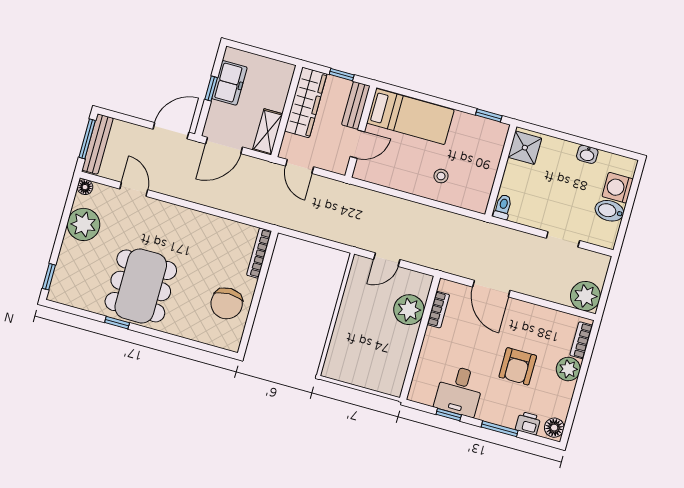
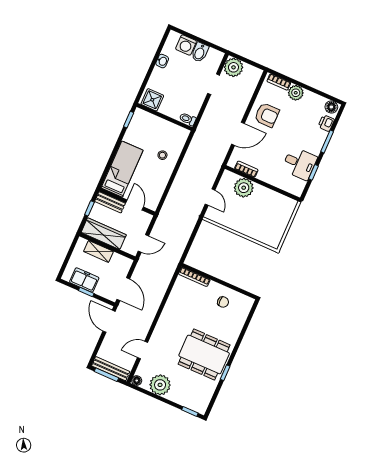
shelving: (268, 132) -> (98, 251), moved
plant: (585, 296) -> (233, 67), moved
chair: (227, 303) -> (223, 302), width x0.54, depth x0.54
armchair: (518, 366) -> (267, 115), moved

